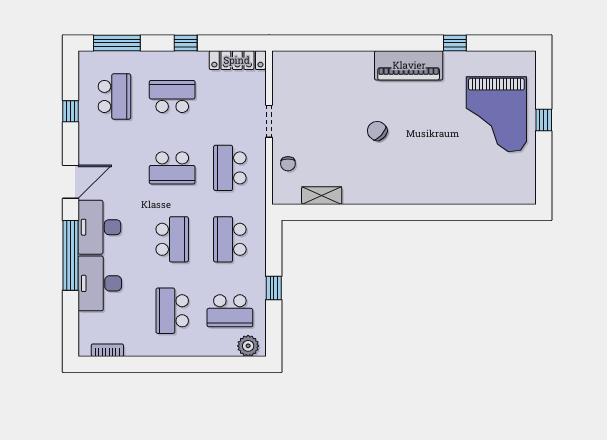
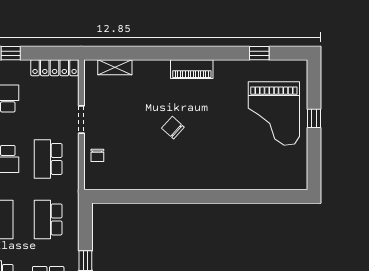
window: (455, 43) -> (259, 53), moved
piano: (409, 65) -> (192, 69), width x0.73, depth x0.75
shelving: (322, 196) -> (115, 67), moved

